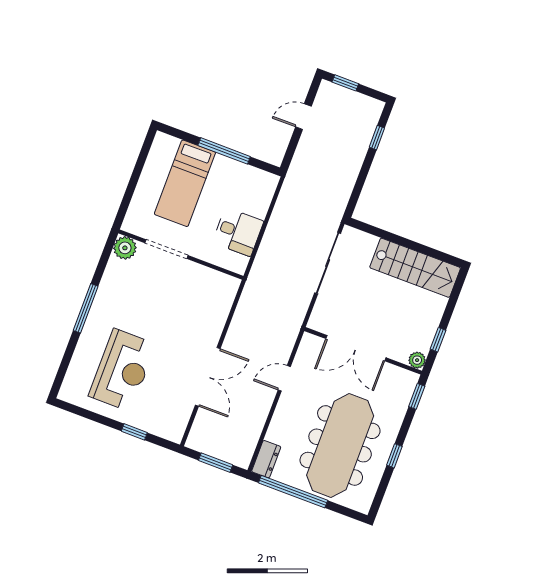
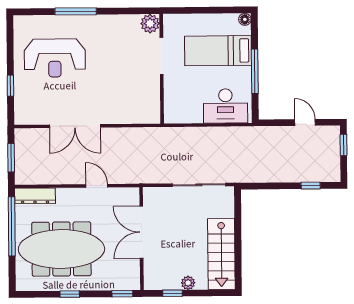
floor lamp: (161, 139) -> (245, 19), added
desk: (238, 232) -> (225, 106), moved, width x1.37
window: (86, 308) -> (76, 11), moved
plant: (417, 360) -> (188, 283), moved
dresser: (266, 459) -> (35, 196), width x1.44

